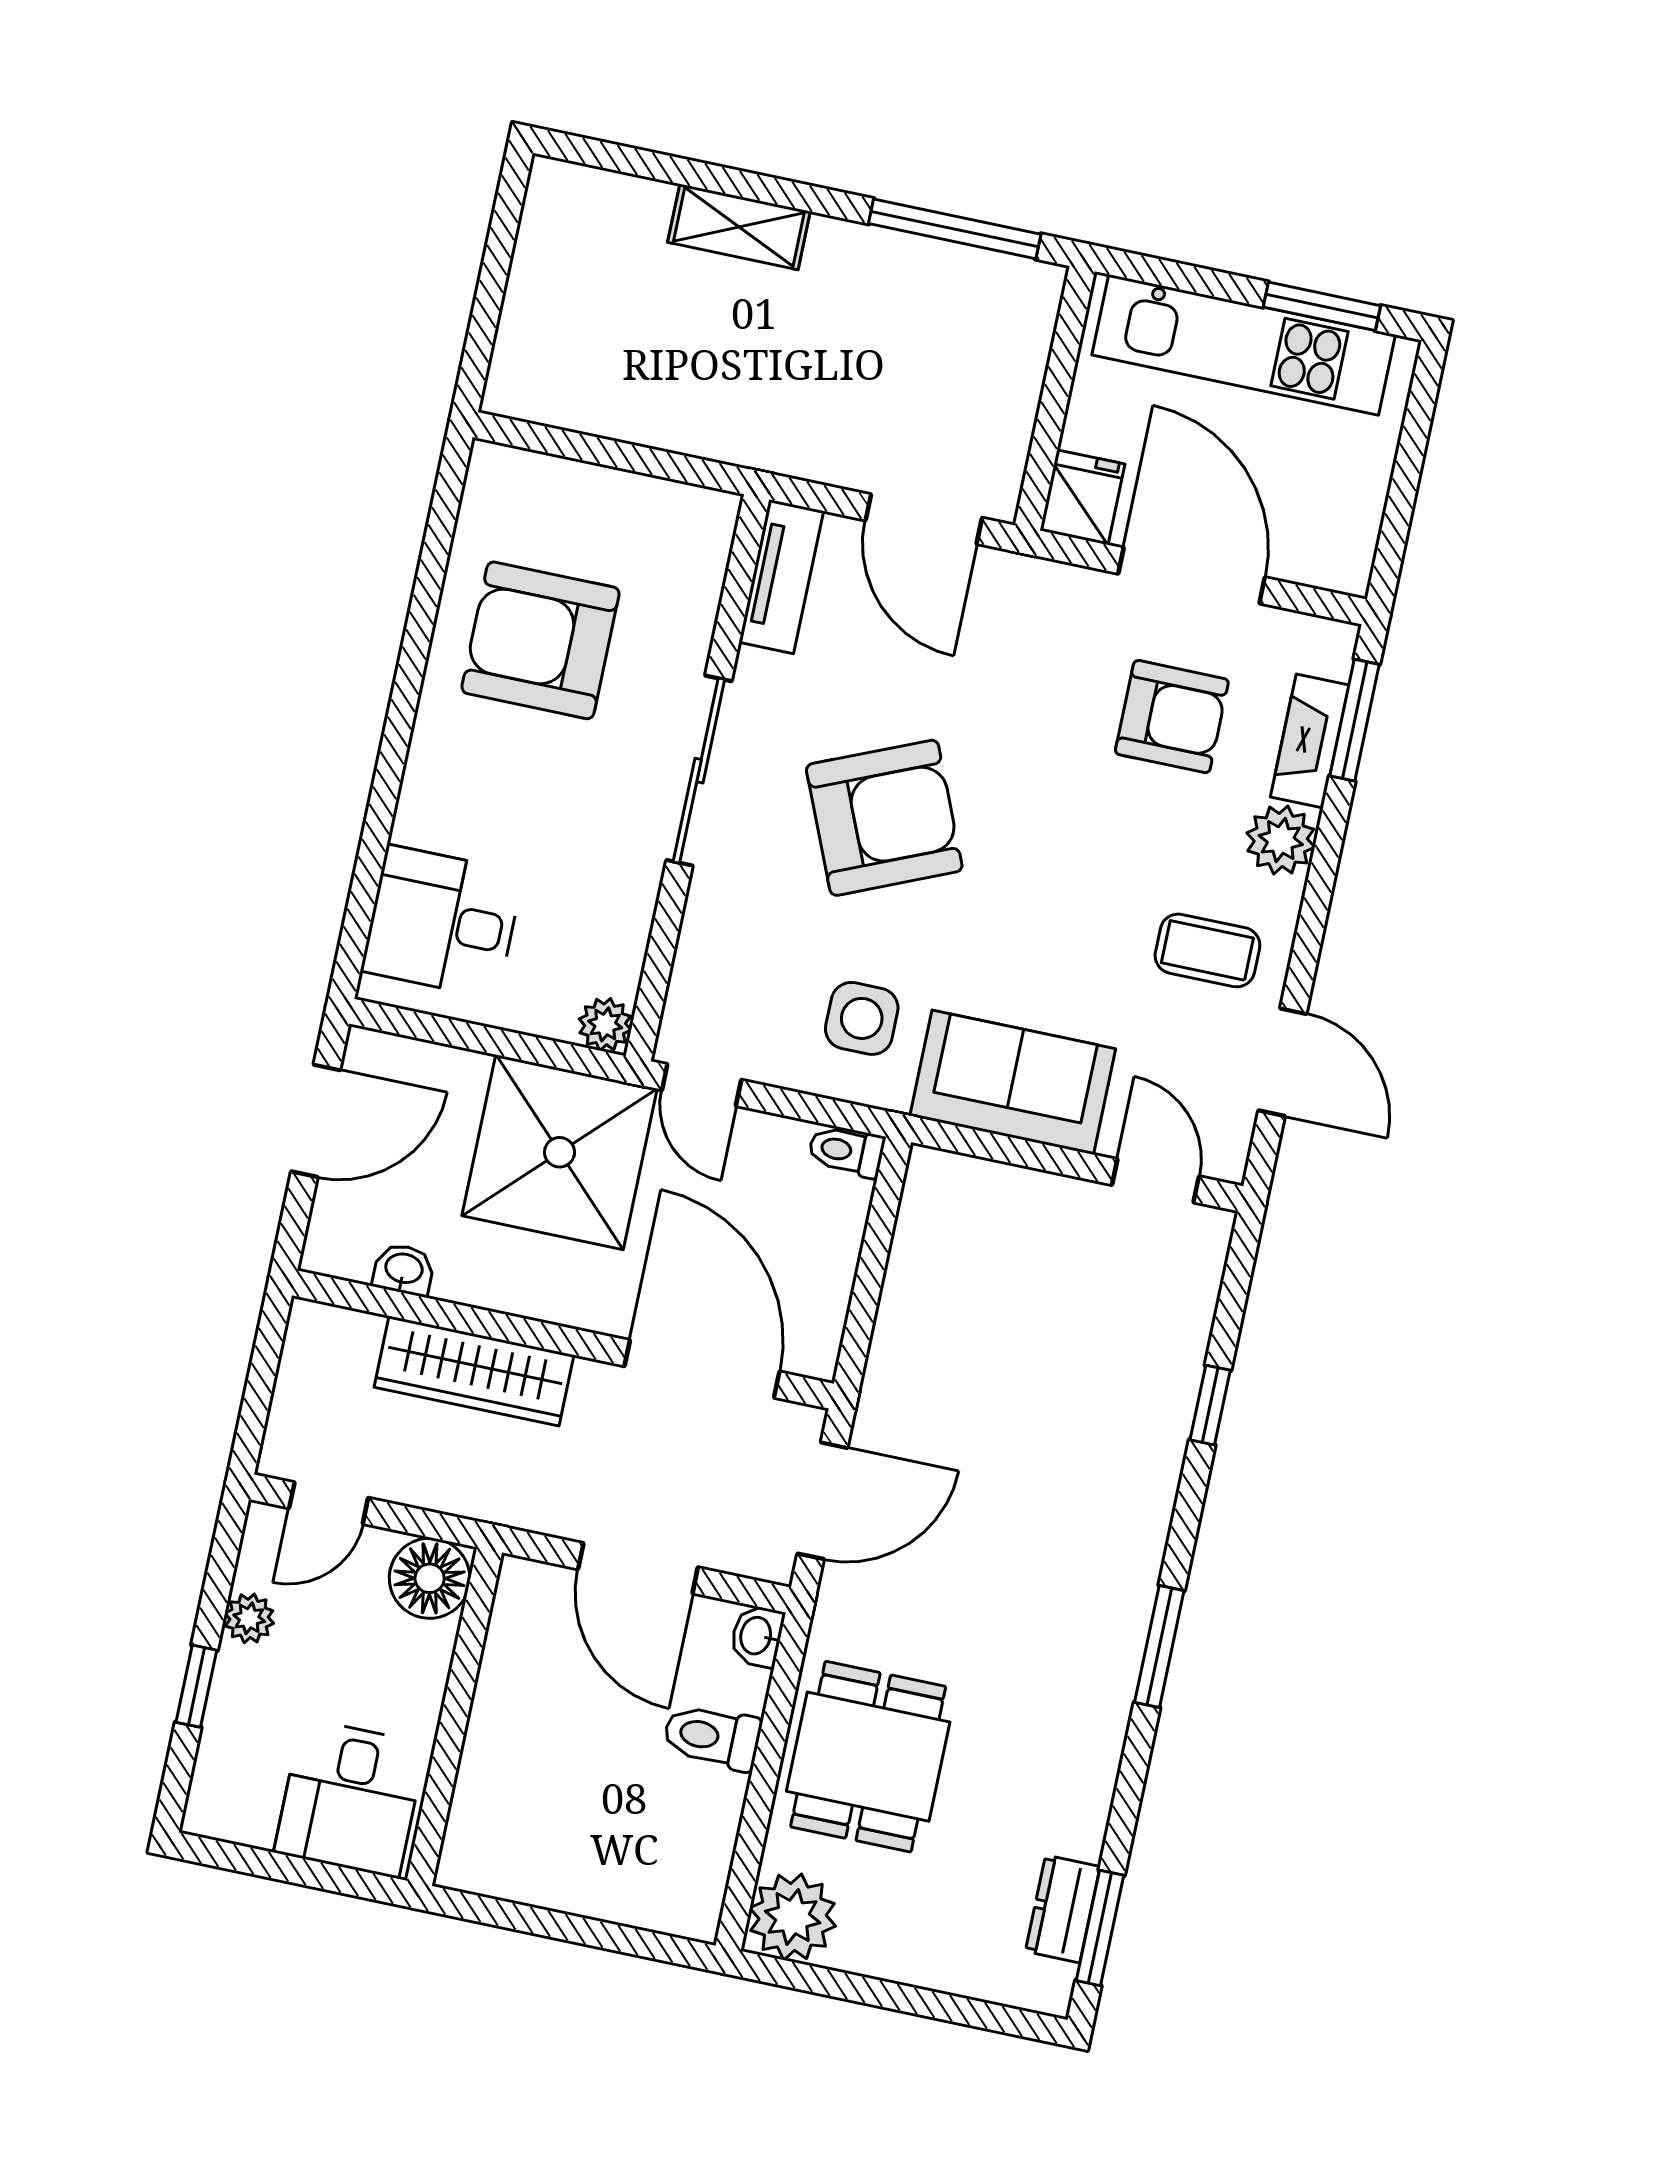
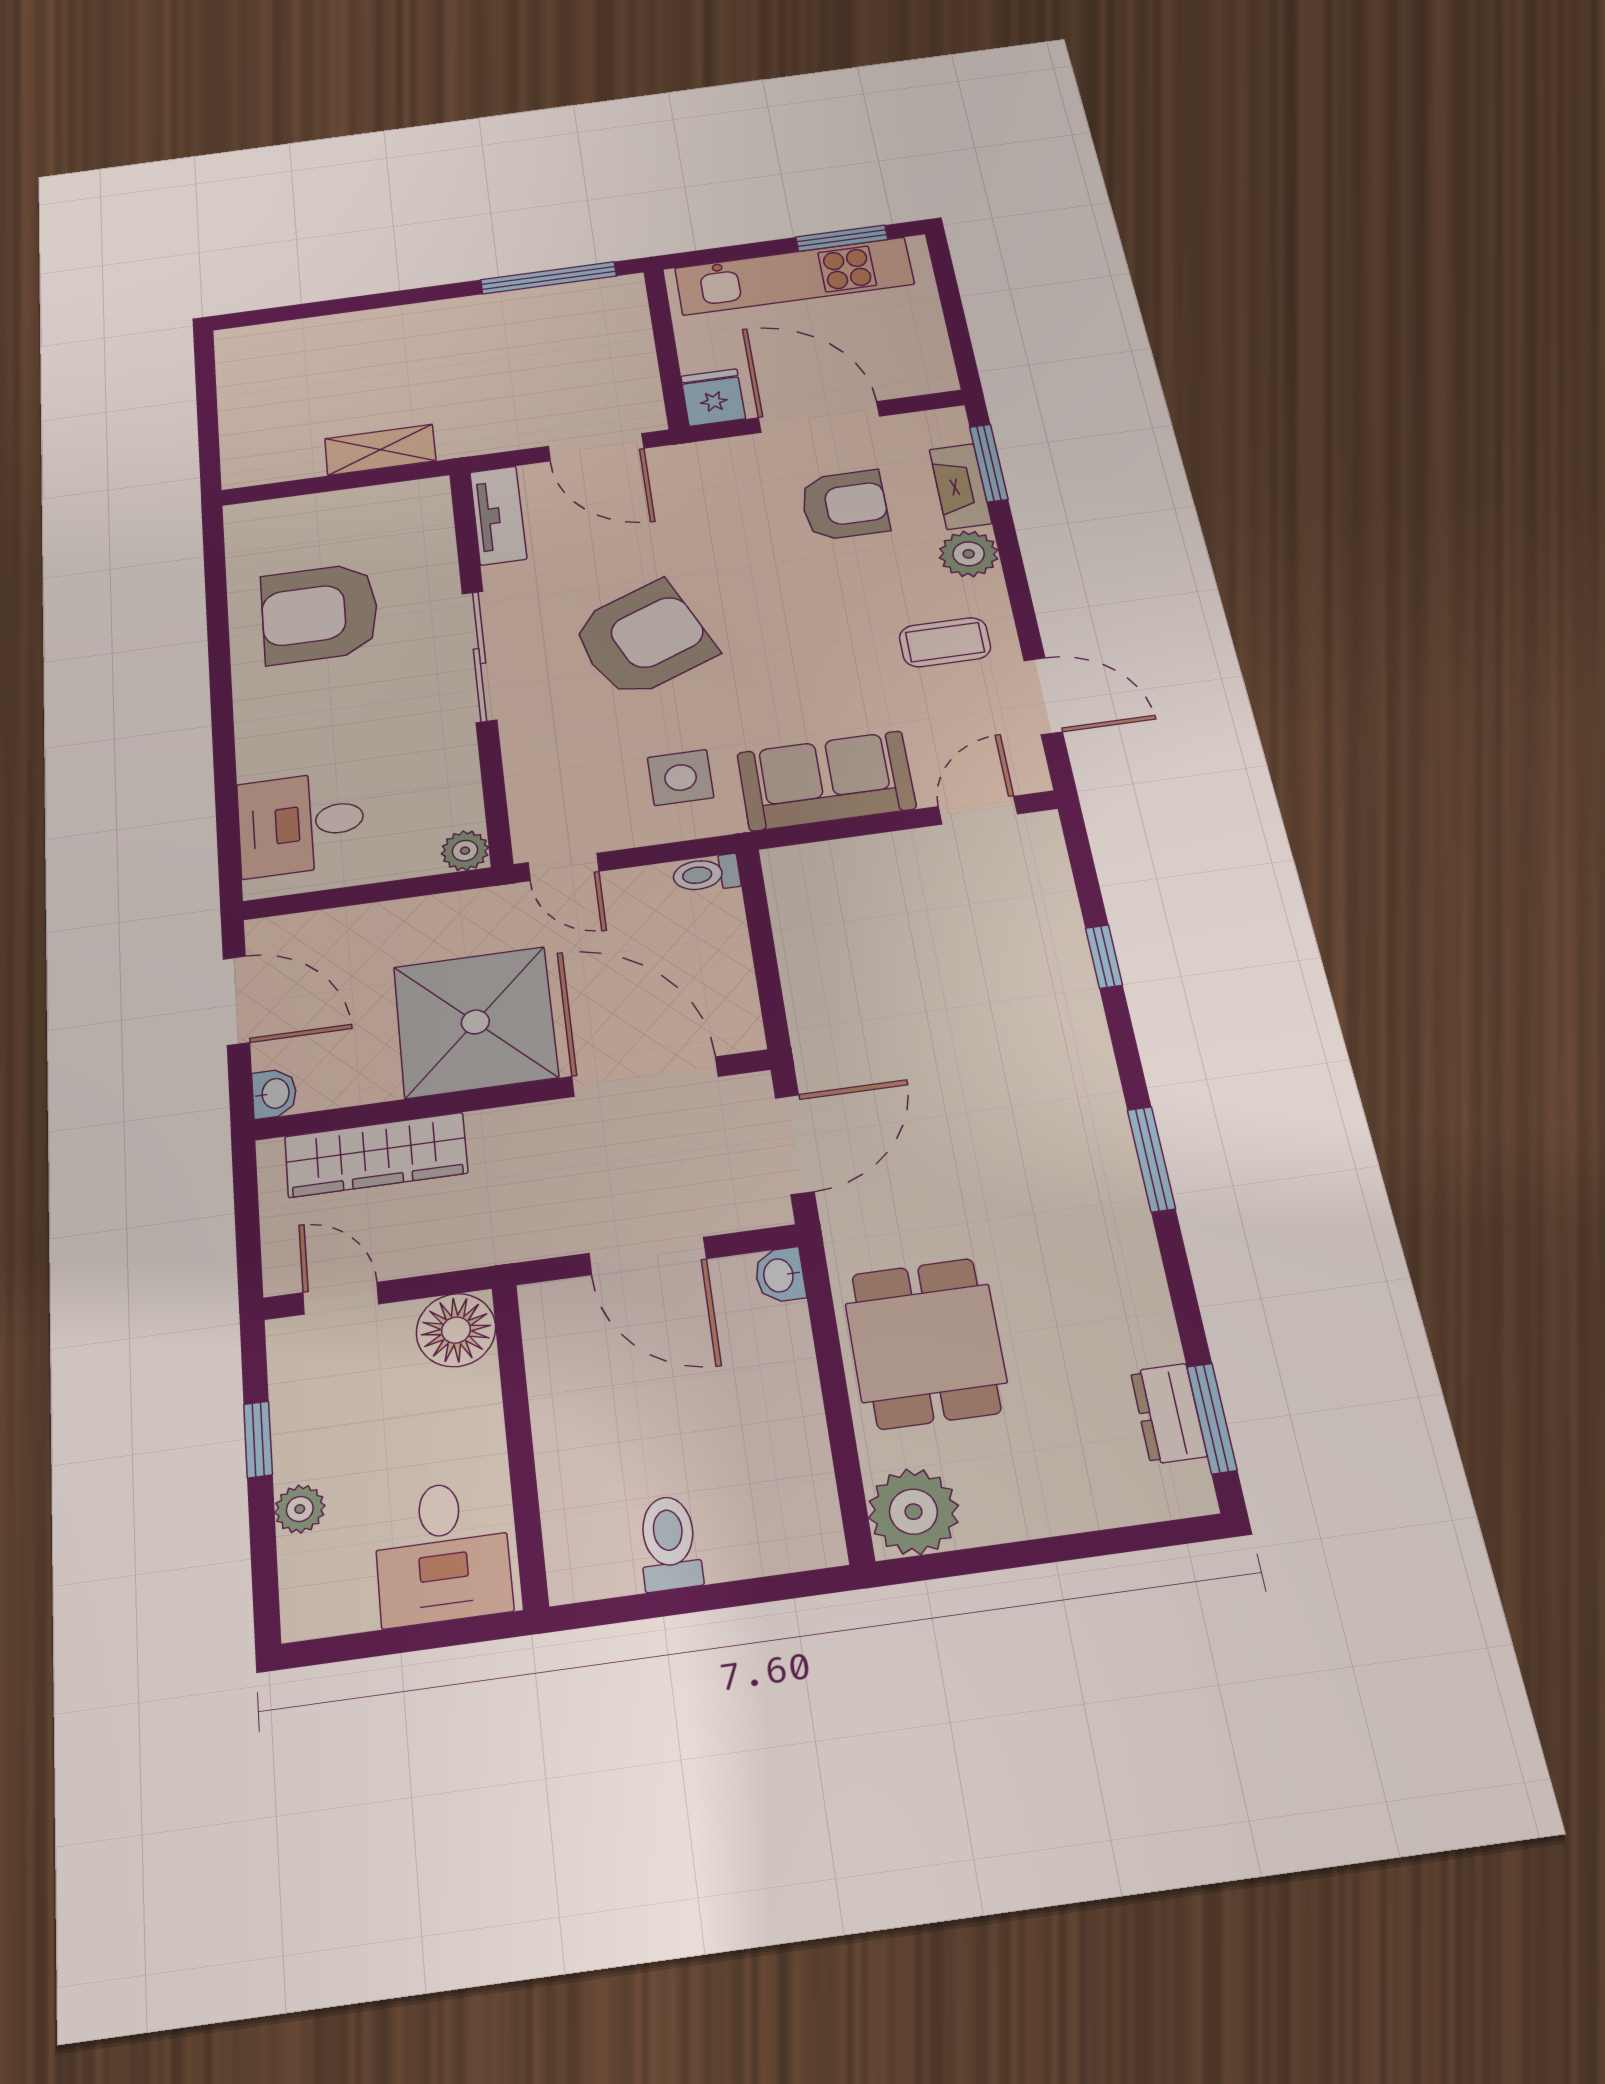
shelving: (739, 227) -> (380, 450), moved
door: (316, 1121) -> (236, 1000), hinge flipped
shower: (560, 1152) -> (475, 1022), moved
door: (1156, 1181) -> (978, 810), hinge flipped
washbasin: (404, 1270) -> (274, 1094), moved, turned 90
wardrobe: (474, 1371) -> (376, 1155), moved
door: (329, 1503) -> (341, 1298), swing flipped
plant: (249, 1618) -> (300, 1509), moved
window: (196, 1686) -> (258, 1439), moved
toilet: (712, 1737) -> (669, 1543), moved, turned 90

